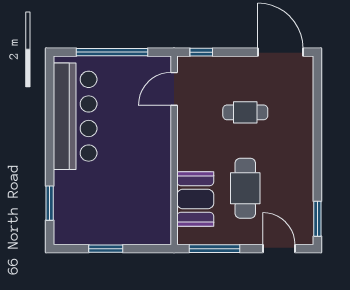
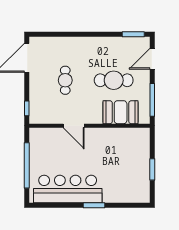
door: (174, 89) -> (74, 126), moved
window: (50, 203) -> (94, 205), moved

